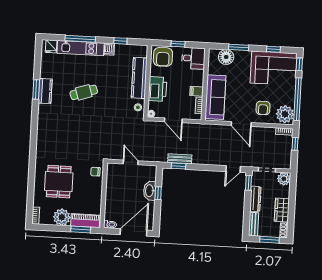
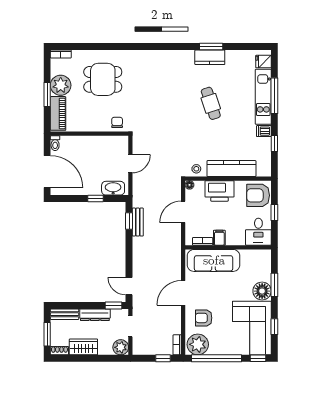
floor lamp: (226, 57) -> (262, 291), moved
washbasin: (150, 191) -> (113, 188), moved
window: (81, 230) -> (47, 95), moved

